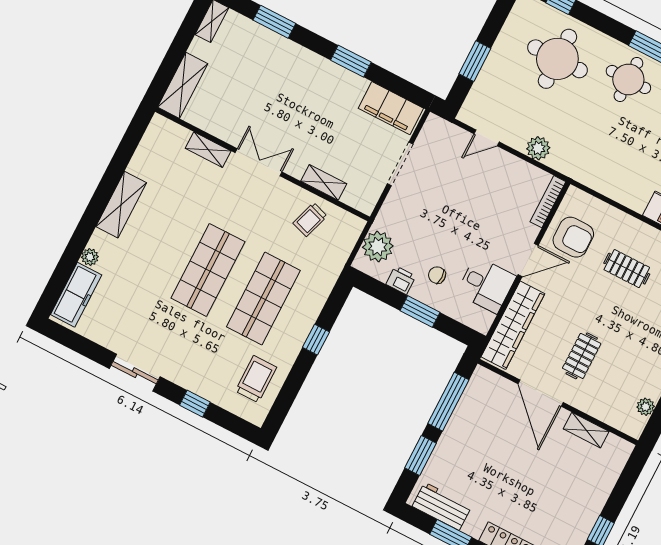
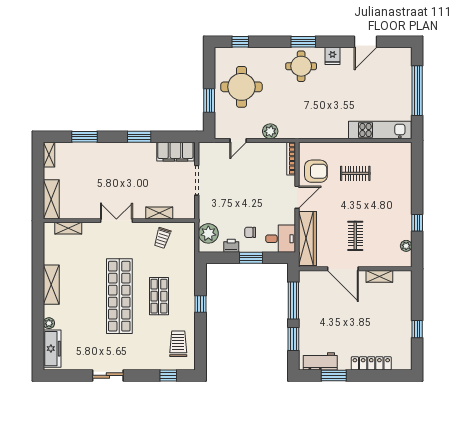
round table: (557, 59) -> (241, 87), moved
shelving: (208, 150) -> (68, 228), moved
shop shelf: (208, 270) -> (119, 296), width x1.40
desk: (486, 285) -> (281, 239), moved
shop shelf: (263, 299) -> (159, 296), width x0.70, depth x0.74
window: (195, 404) -> (168, 375), moved

